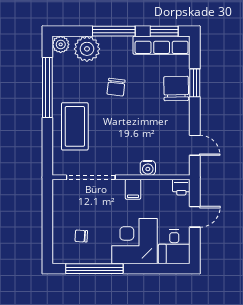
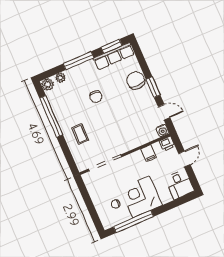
plant: (87, 49) -> (60, 78), width x0.53, depth x0.53
window: (195, 83) -> (153, 87), moved
coffee table: (75, 126) -> (80, 134), width x0.54, depth x0.58
water cooler: (148, 168) -> (162, 131), moved
filing cabinet: (133, 189) -> (149, 153), moved
corner desk: (135, 241) -> (141, 197), moved

